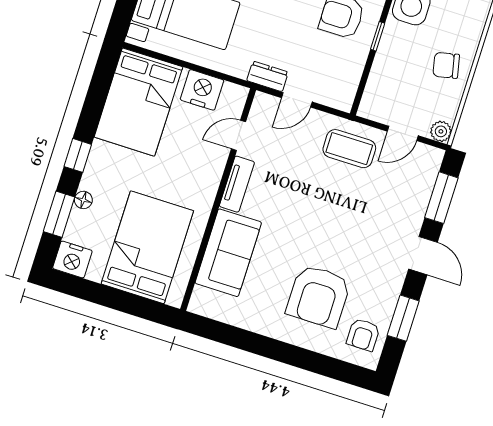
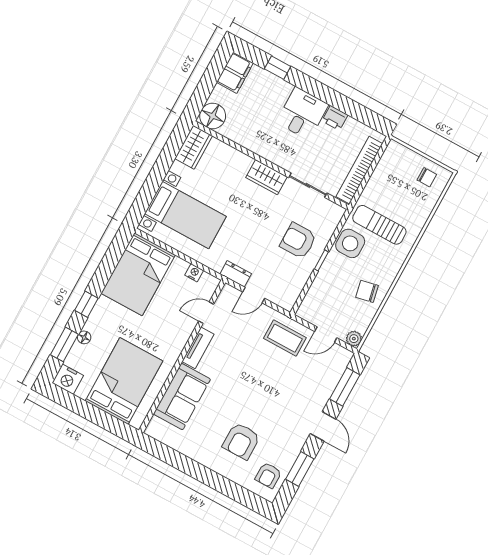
nightstand: (202, 90) -> (194, 273), width x0.53, depth x0.56
armchair: (318, 296) -> (241, 441), width x0.73, depth x0.73

